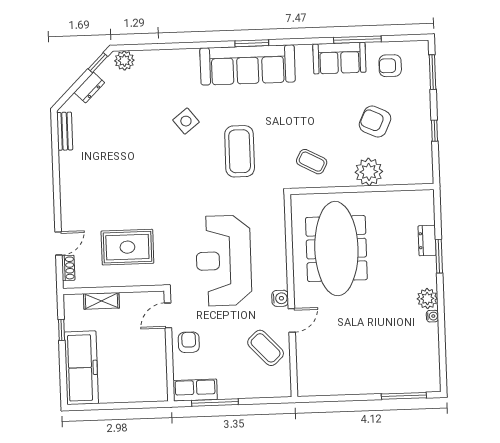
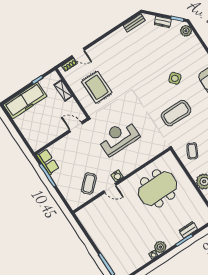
meeting table: (336, 249) -> (158, 188), width x0.73
reception desk: (224, 261) -> (119, 138), width x0.74, depth x0.77
armchair: (189, 342) -> (69, 145), removed

